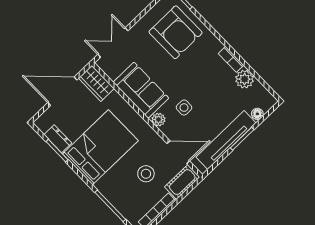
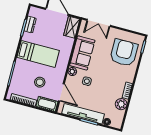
armchair: (176, 32) -> (124, 53), turned 180
double door: (113, 42) -> (99, 23), swing flipped
bed: (100, 147) -> (38, 54), width x0.67

